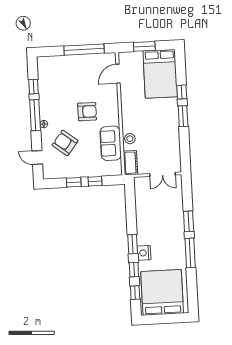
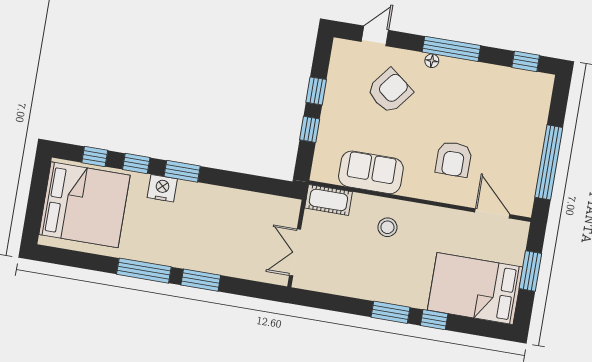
window: (34, 87) -> (526, 61), moved
armchair: (87, 112) -> (454, 159), moved
stool: (130, 139) -> (387, 227), moved

